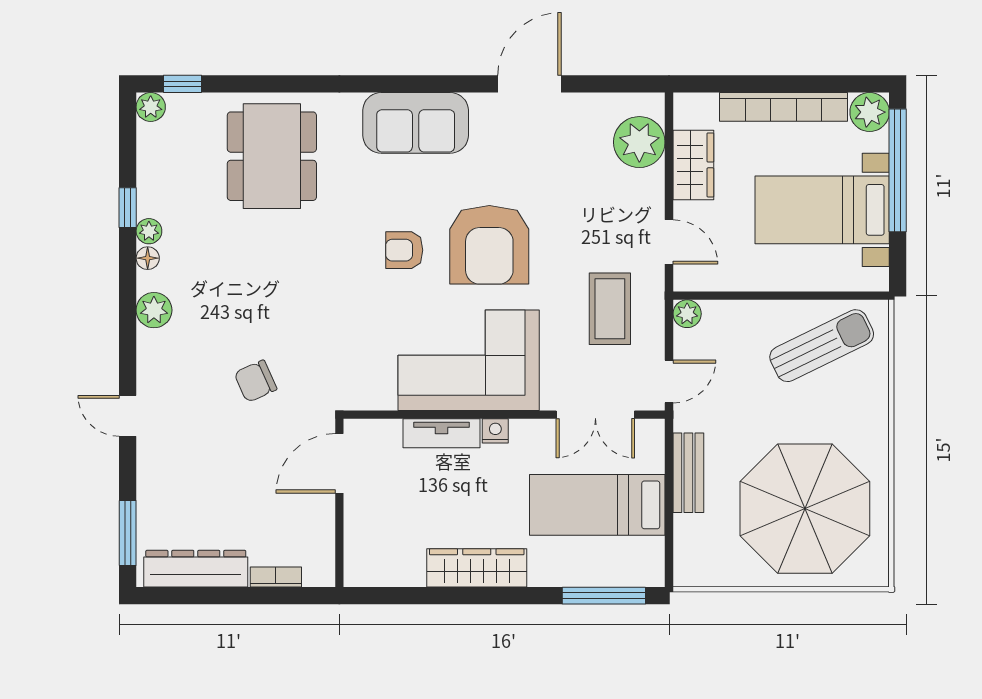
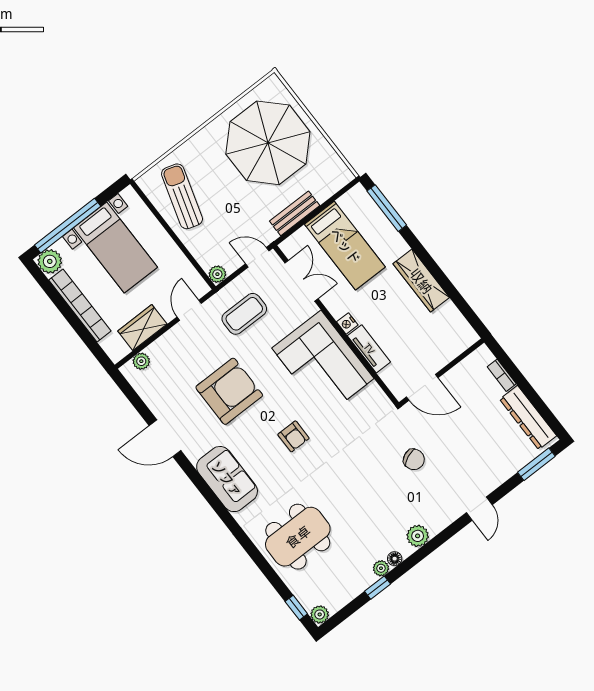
plant: (639, 142) -> (141, 361), width x0.53, depth x0.53
armchair: (489, 245) -> (229, 391), moved
sun lounger: (822, 346) -> (182, 196), turned 43

